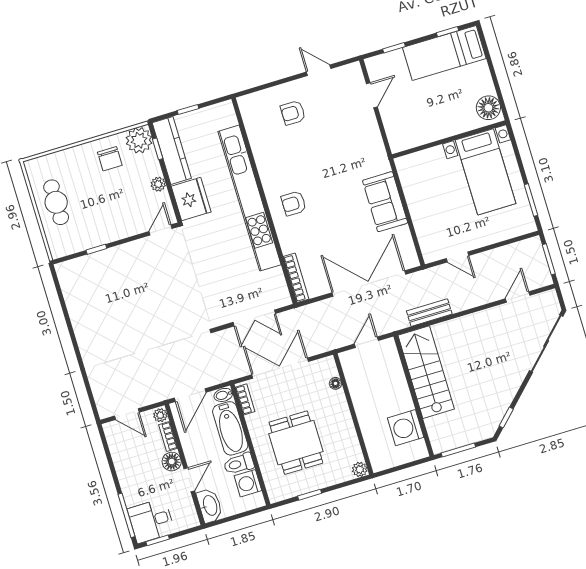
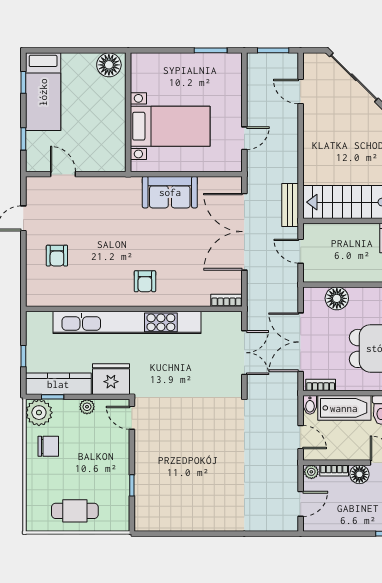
bed with nightstands: (486, 172) -> (170, 126), moved
bookcase: (296, 278) -> (226, 300), width x0.64
bench: (429, 313) -> (290, 205), moved
floor lamp: (335, 383) -> (337, 298), width x1.89, depth x1.89
door: (190, 395) -> (301, 437), width x0.73

